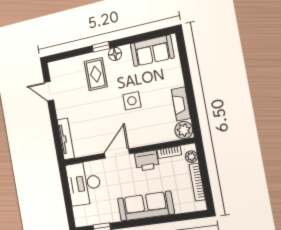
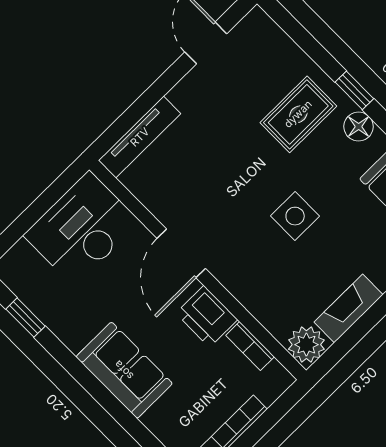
door: (117, 154) -> (181, 253), swing flipped
plant: (191, 157) -> (269, 390), removed
sofa: (146, 206) -> (124, 370), width x0.73

